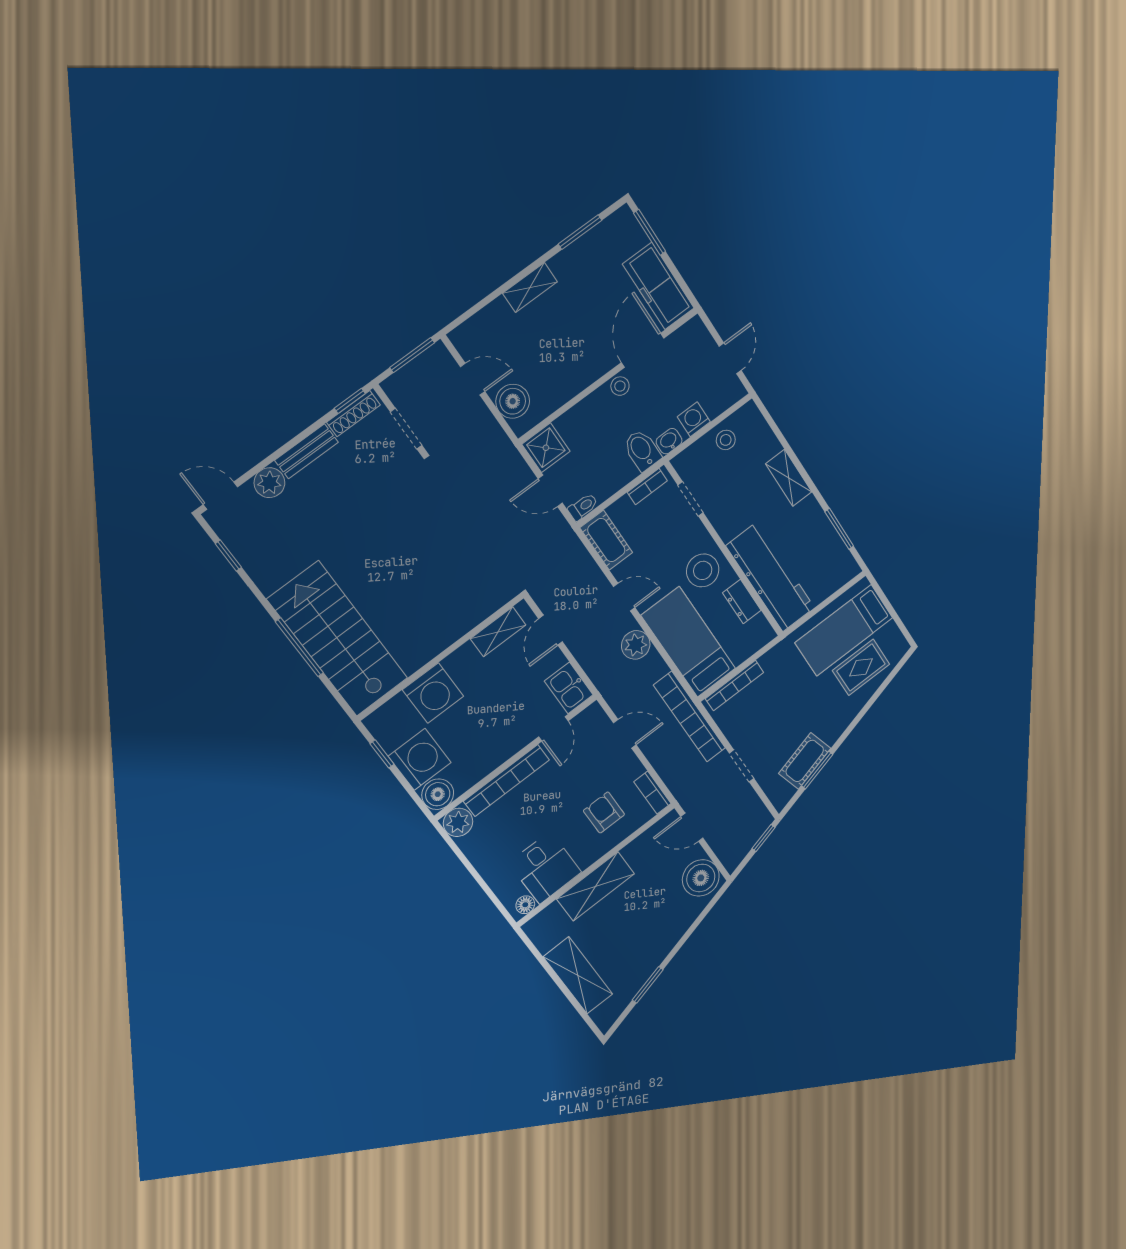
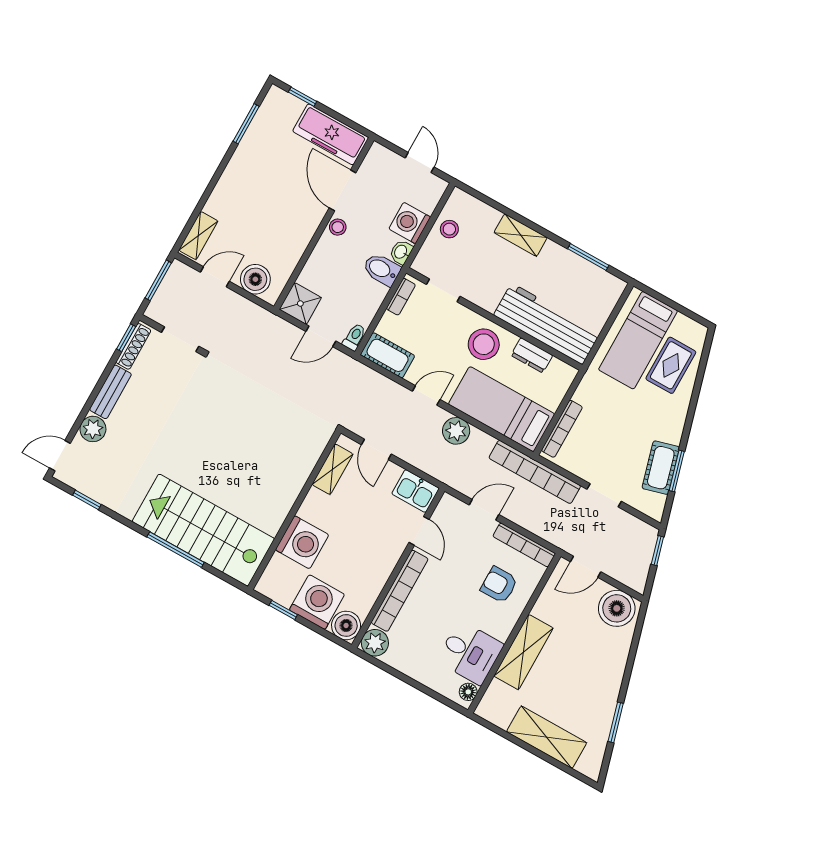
window: (650, 232) -> (302, 97), width x0.67
shelving: (530, 287) -> (198, 236), moved
washing machine: (694, 419) -> (410, 223), width x1.38, depth x1.38
bookcase: (652, 793) -> (524, 545), width x1.56

